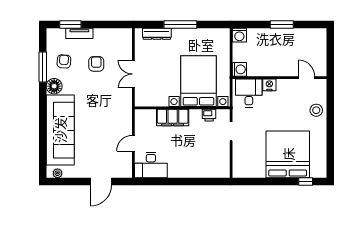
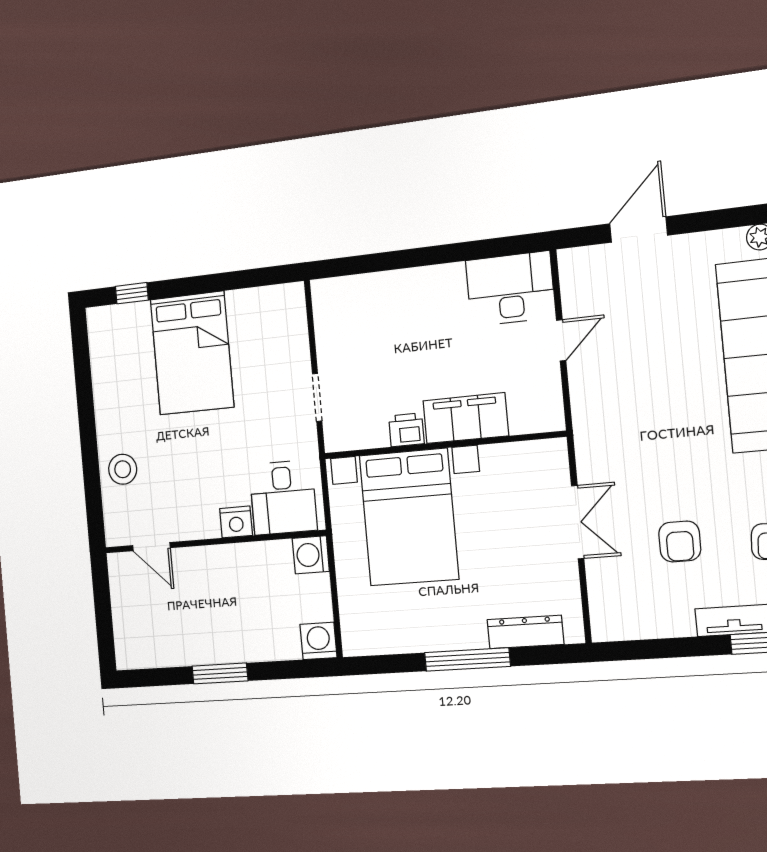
printer: (209, 115) -> (406, 430), moved
bed: (288, 154) -> (192, 353), width x0.73

